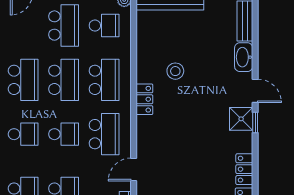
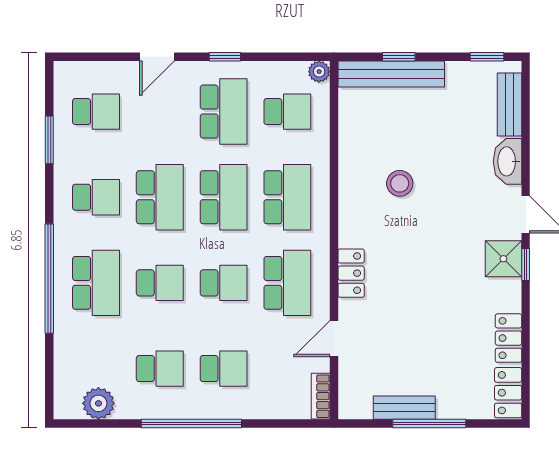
locker: (144, 99) -> (351, 273), moved

